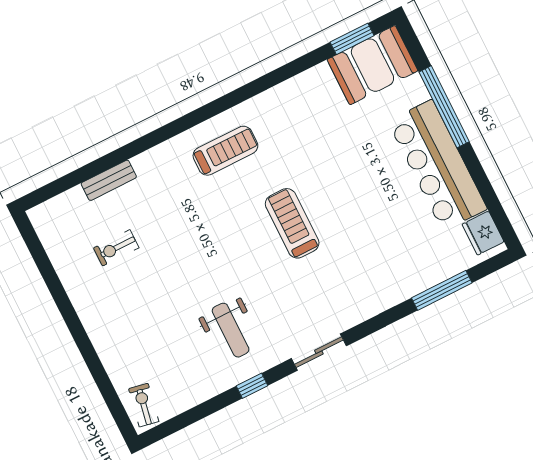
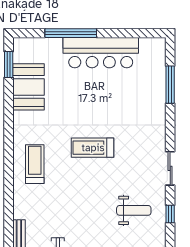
booth: (372, 65) -> (28, 87), moved
fridge: (483, 233) -> (150, 46), removed

